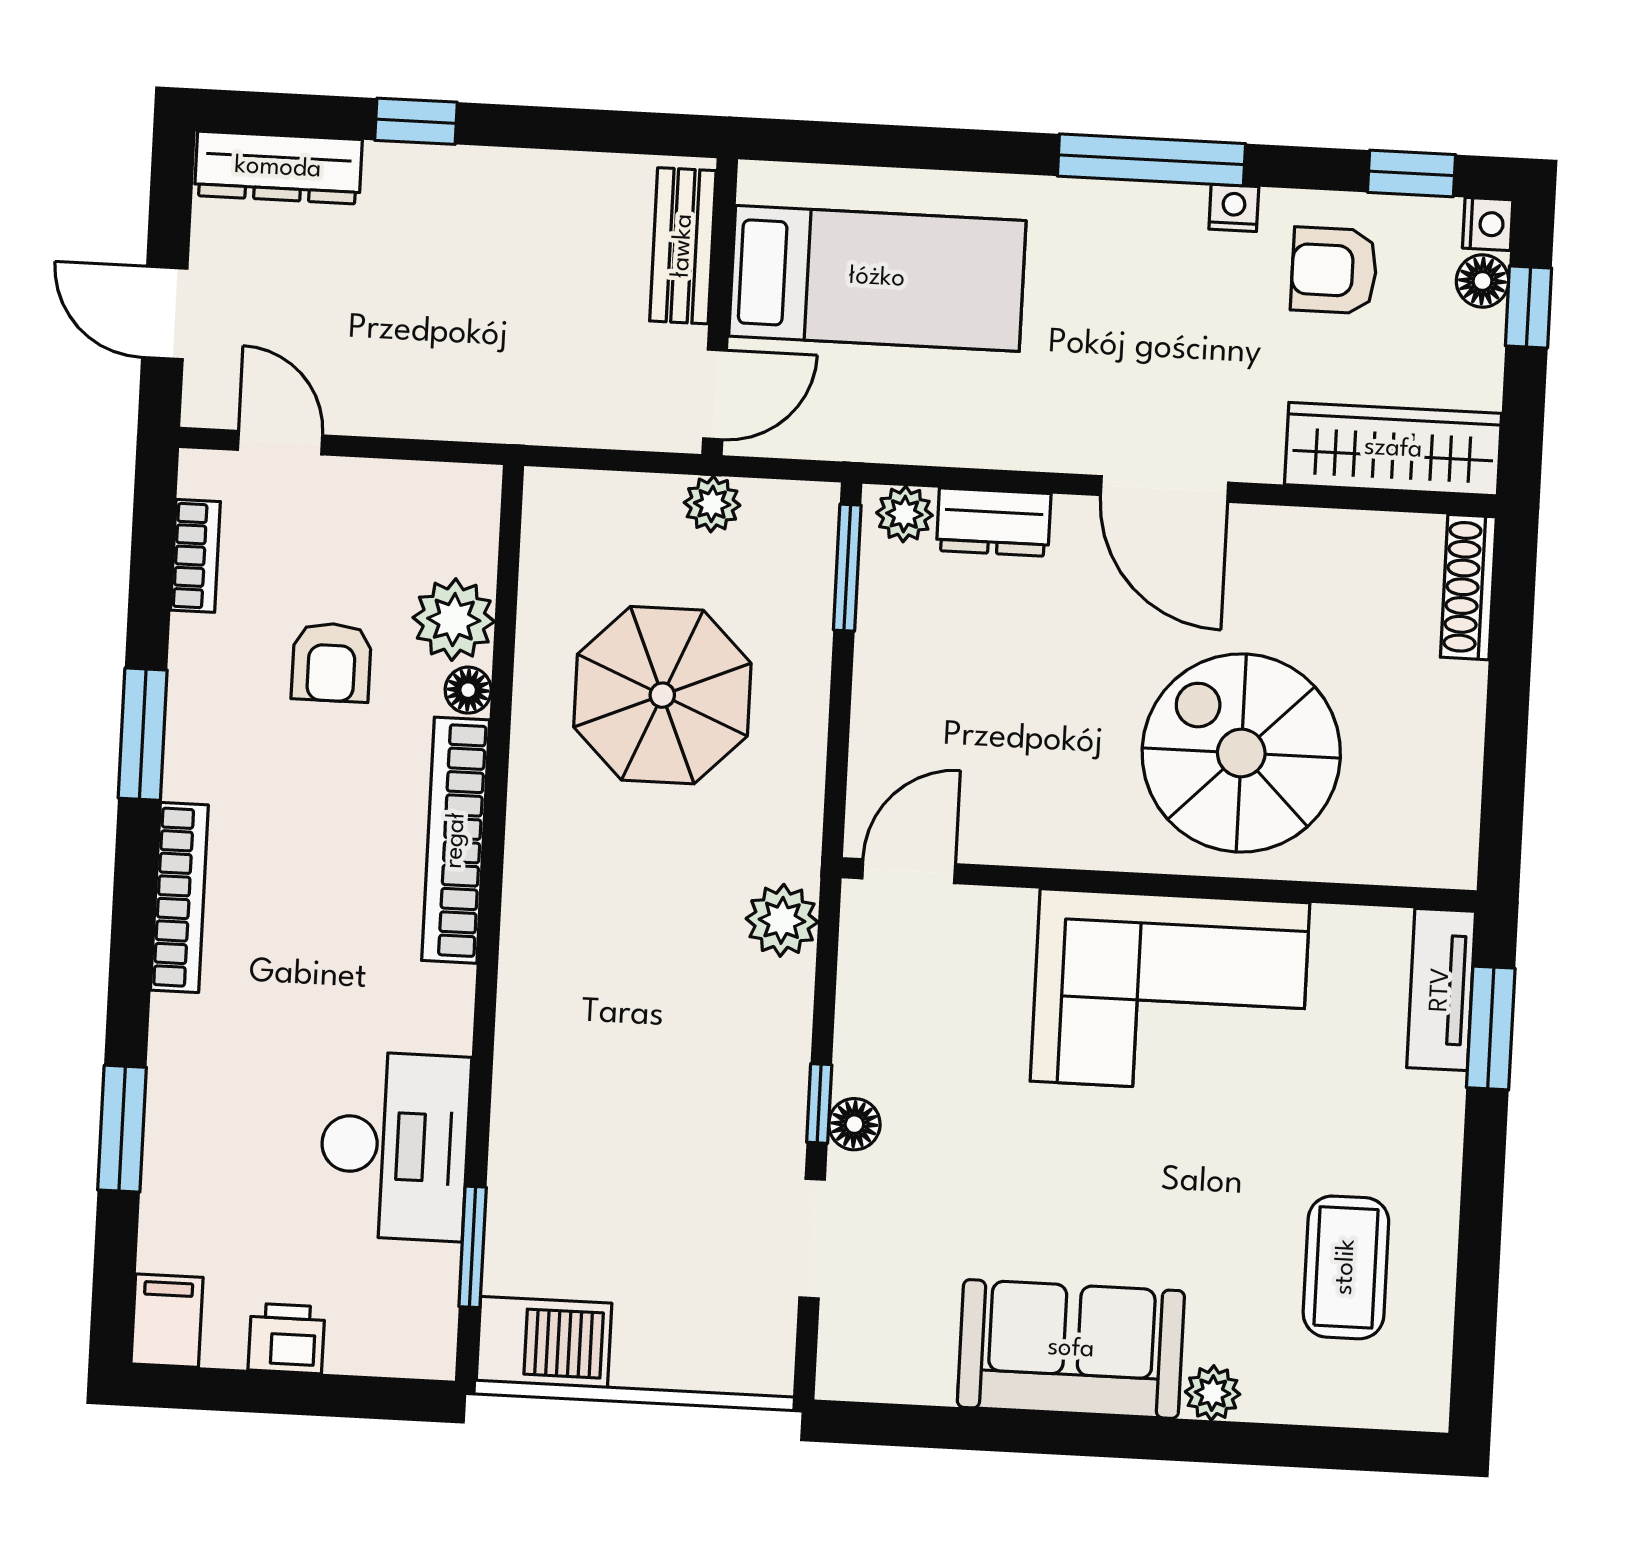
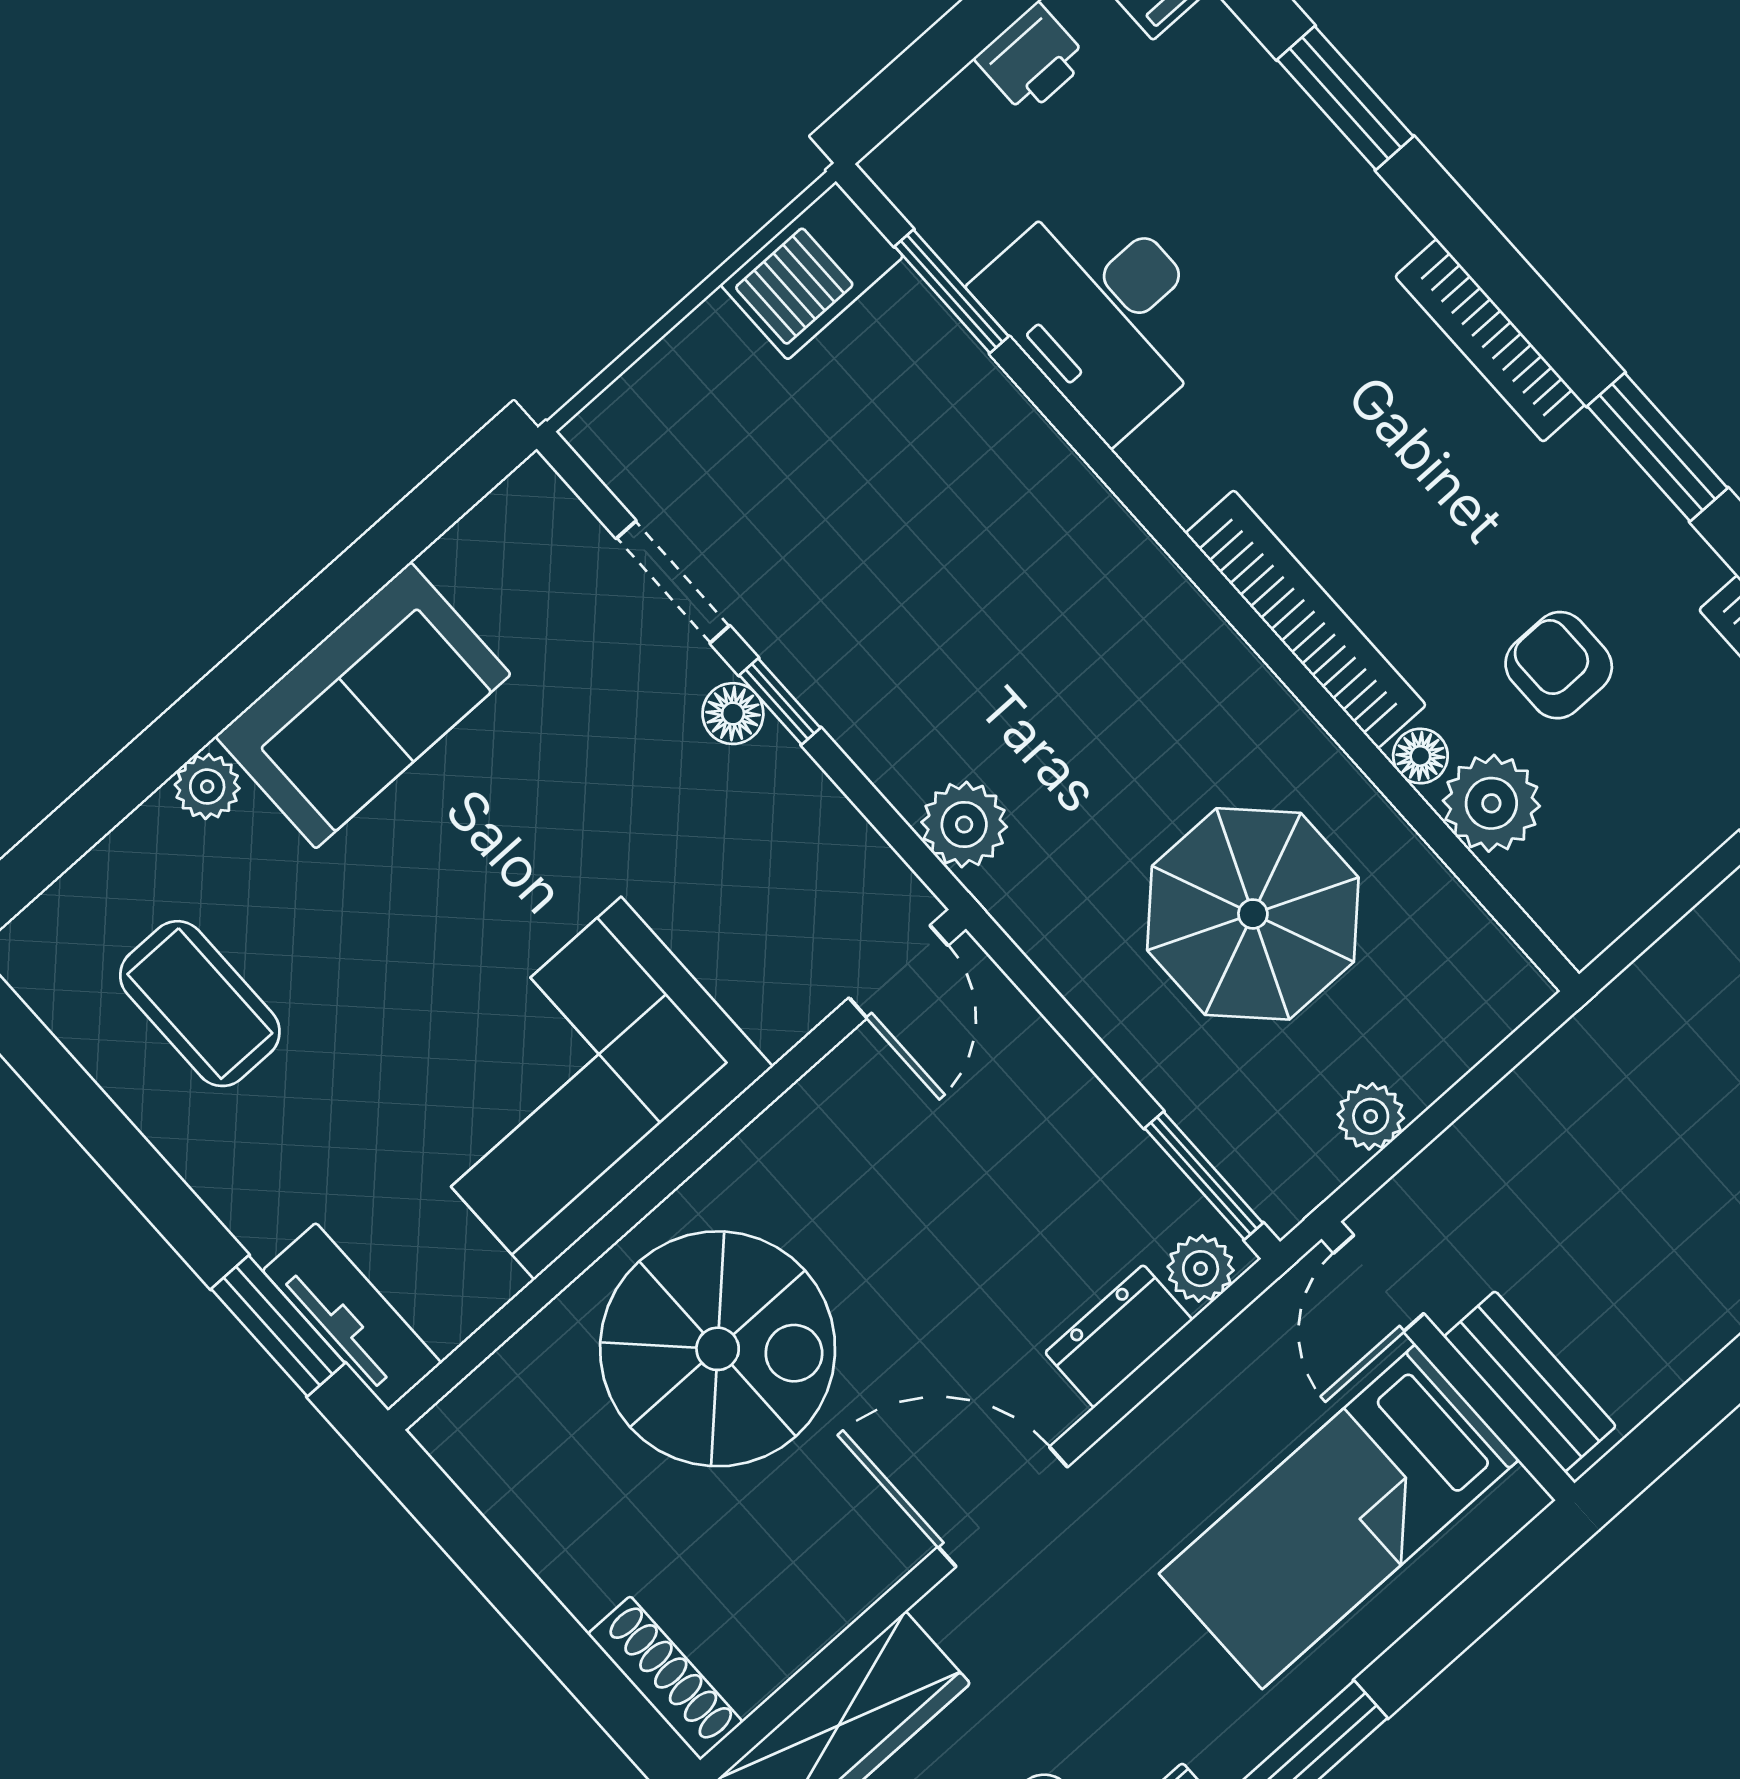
bench: (683, 246) -> (1530, 1382), moved
bed: (877, 278) -> (1339, 1517), moved
wall: (720, 307) -> (1448, 1361), moved
door: (715, 394) -> (1379, 1283), moved

